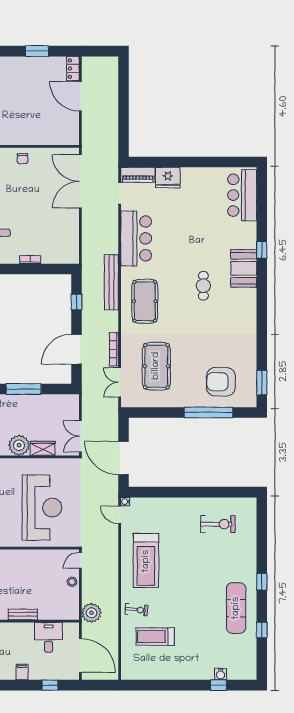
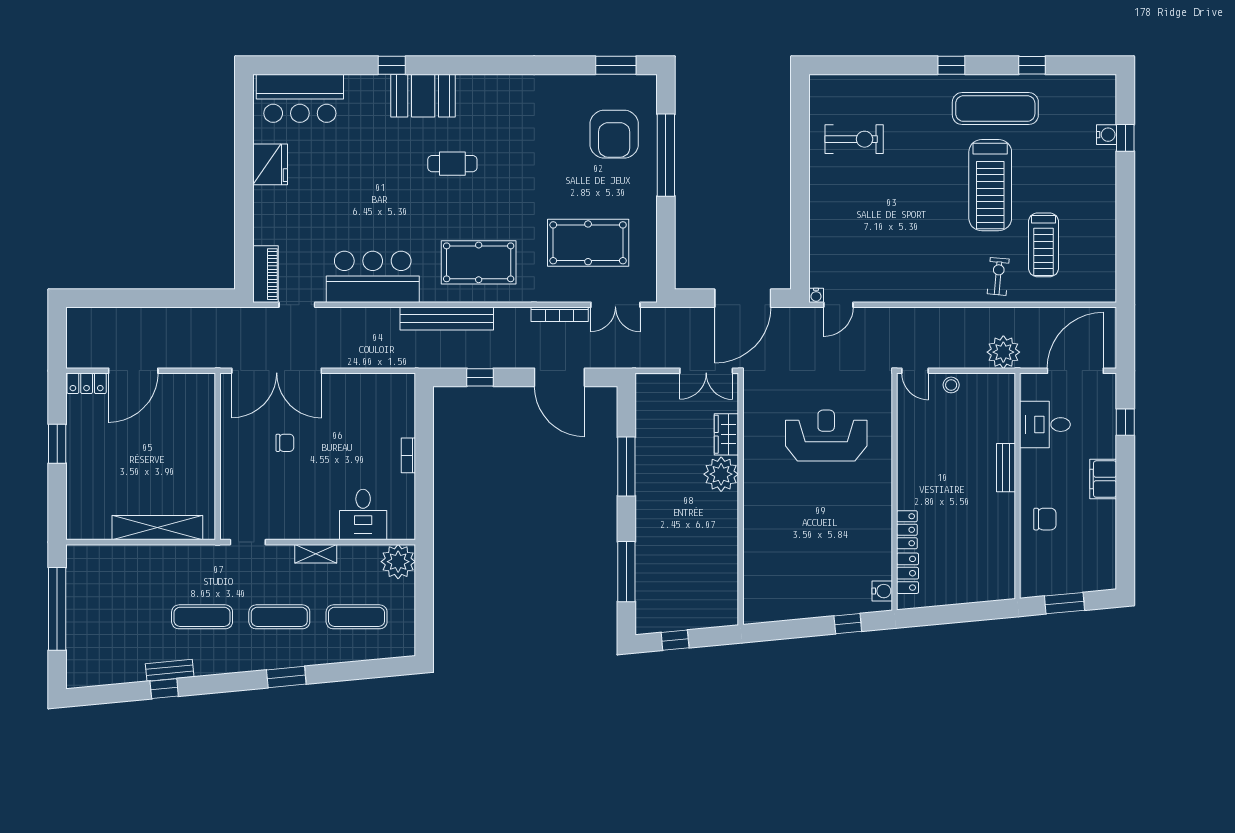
chair: (23, 159) -> (285, 443), moved
fridge: (168, 178) -> (270, 164), moved
reception desk: (42, 508) -> (826, 436), width x0.74, depth x0.77
exercise bike: (218, 524) -> (854, 139), turned 90
treadmill: (146, 561) -> (990, 185), moved, turned 90
filing cabinet: (22, 672) -> (1103, 479), width x2.00

